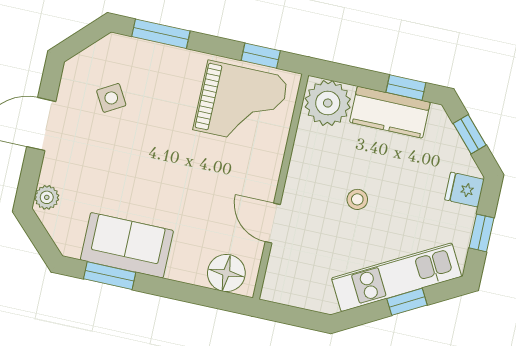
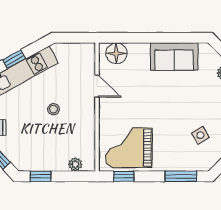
plant: (328, 103) -> (75, 164), width x0.53, depth x0.53
kitchen counter: (390, 112) -> (46, 161), removed
window: (110, 276) -> (180, 38), removed

